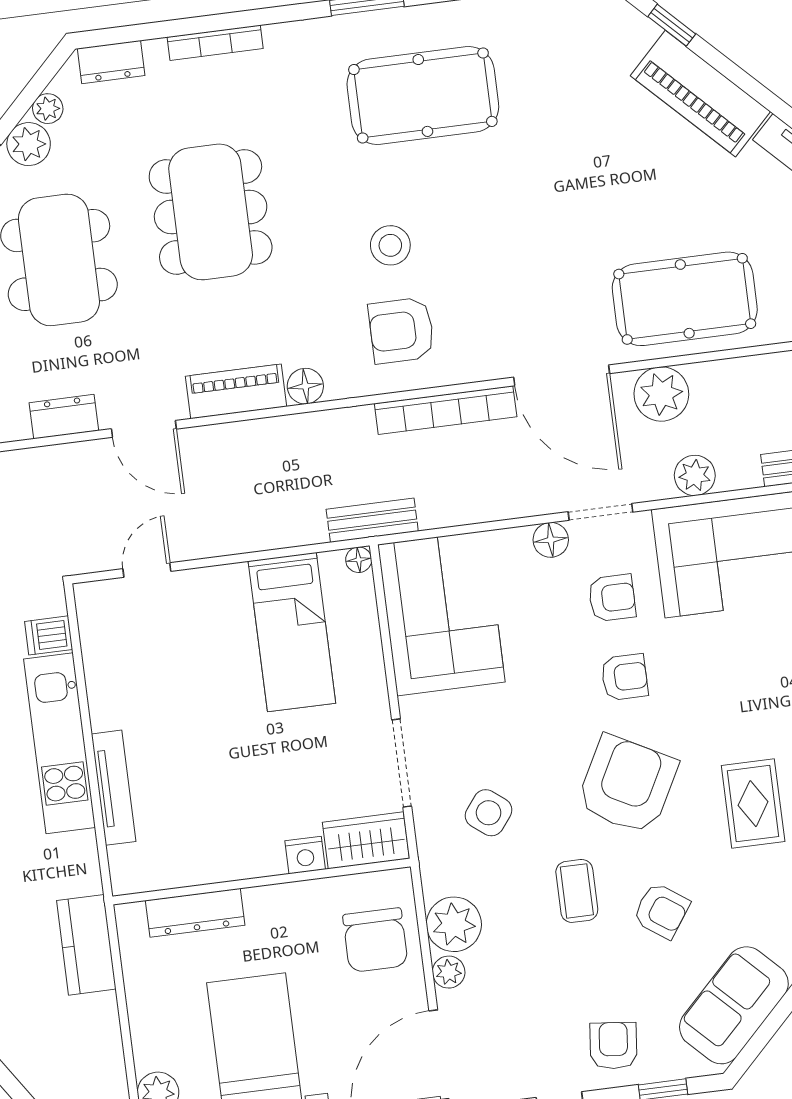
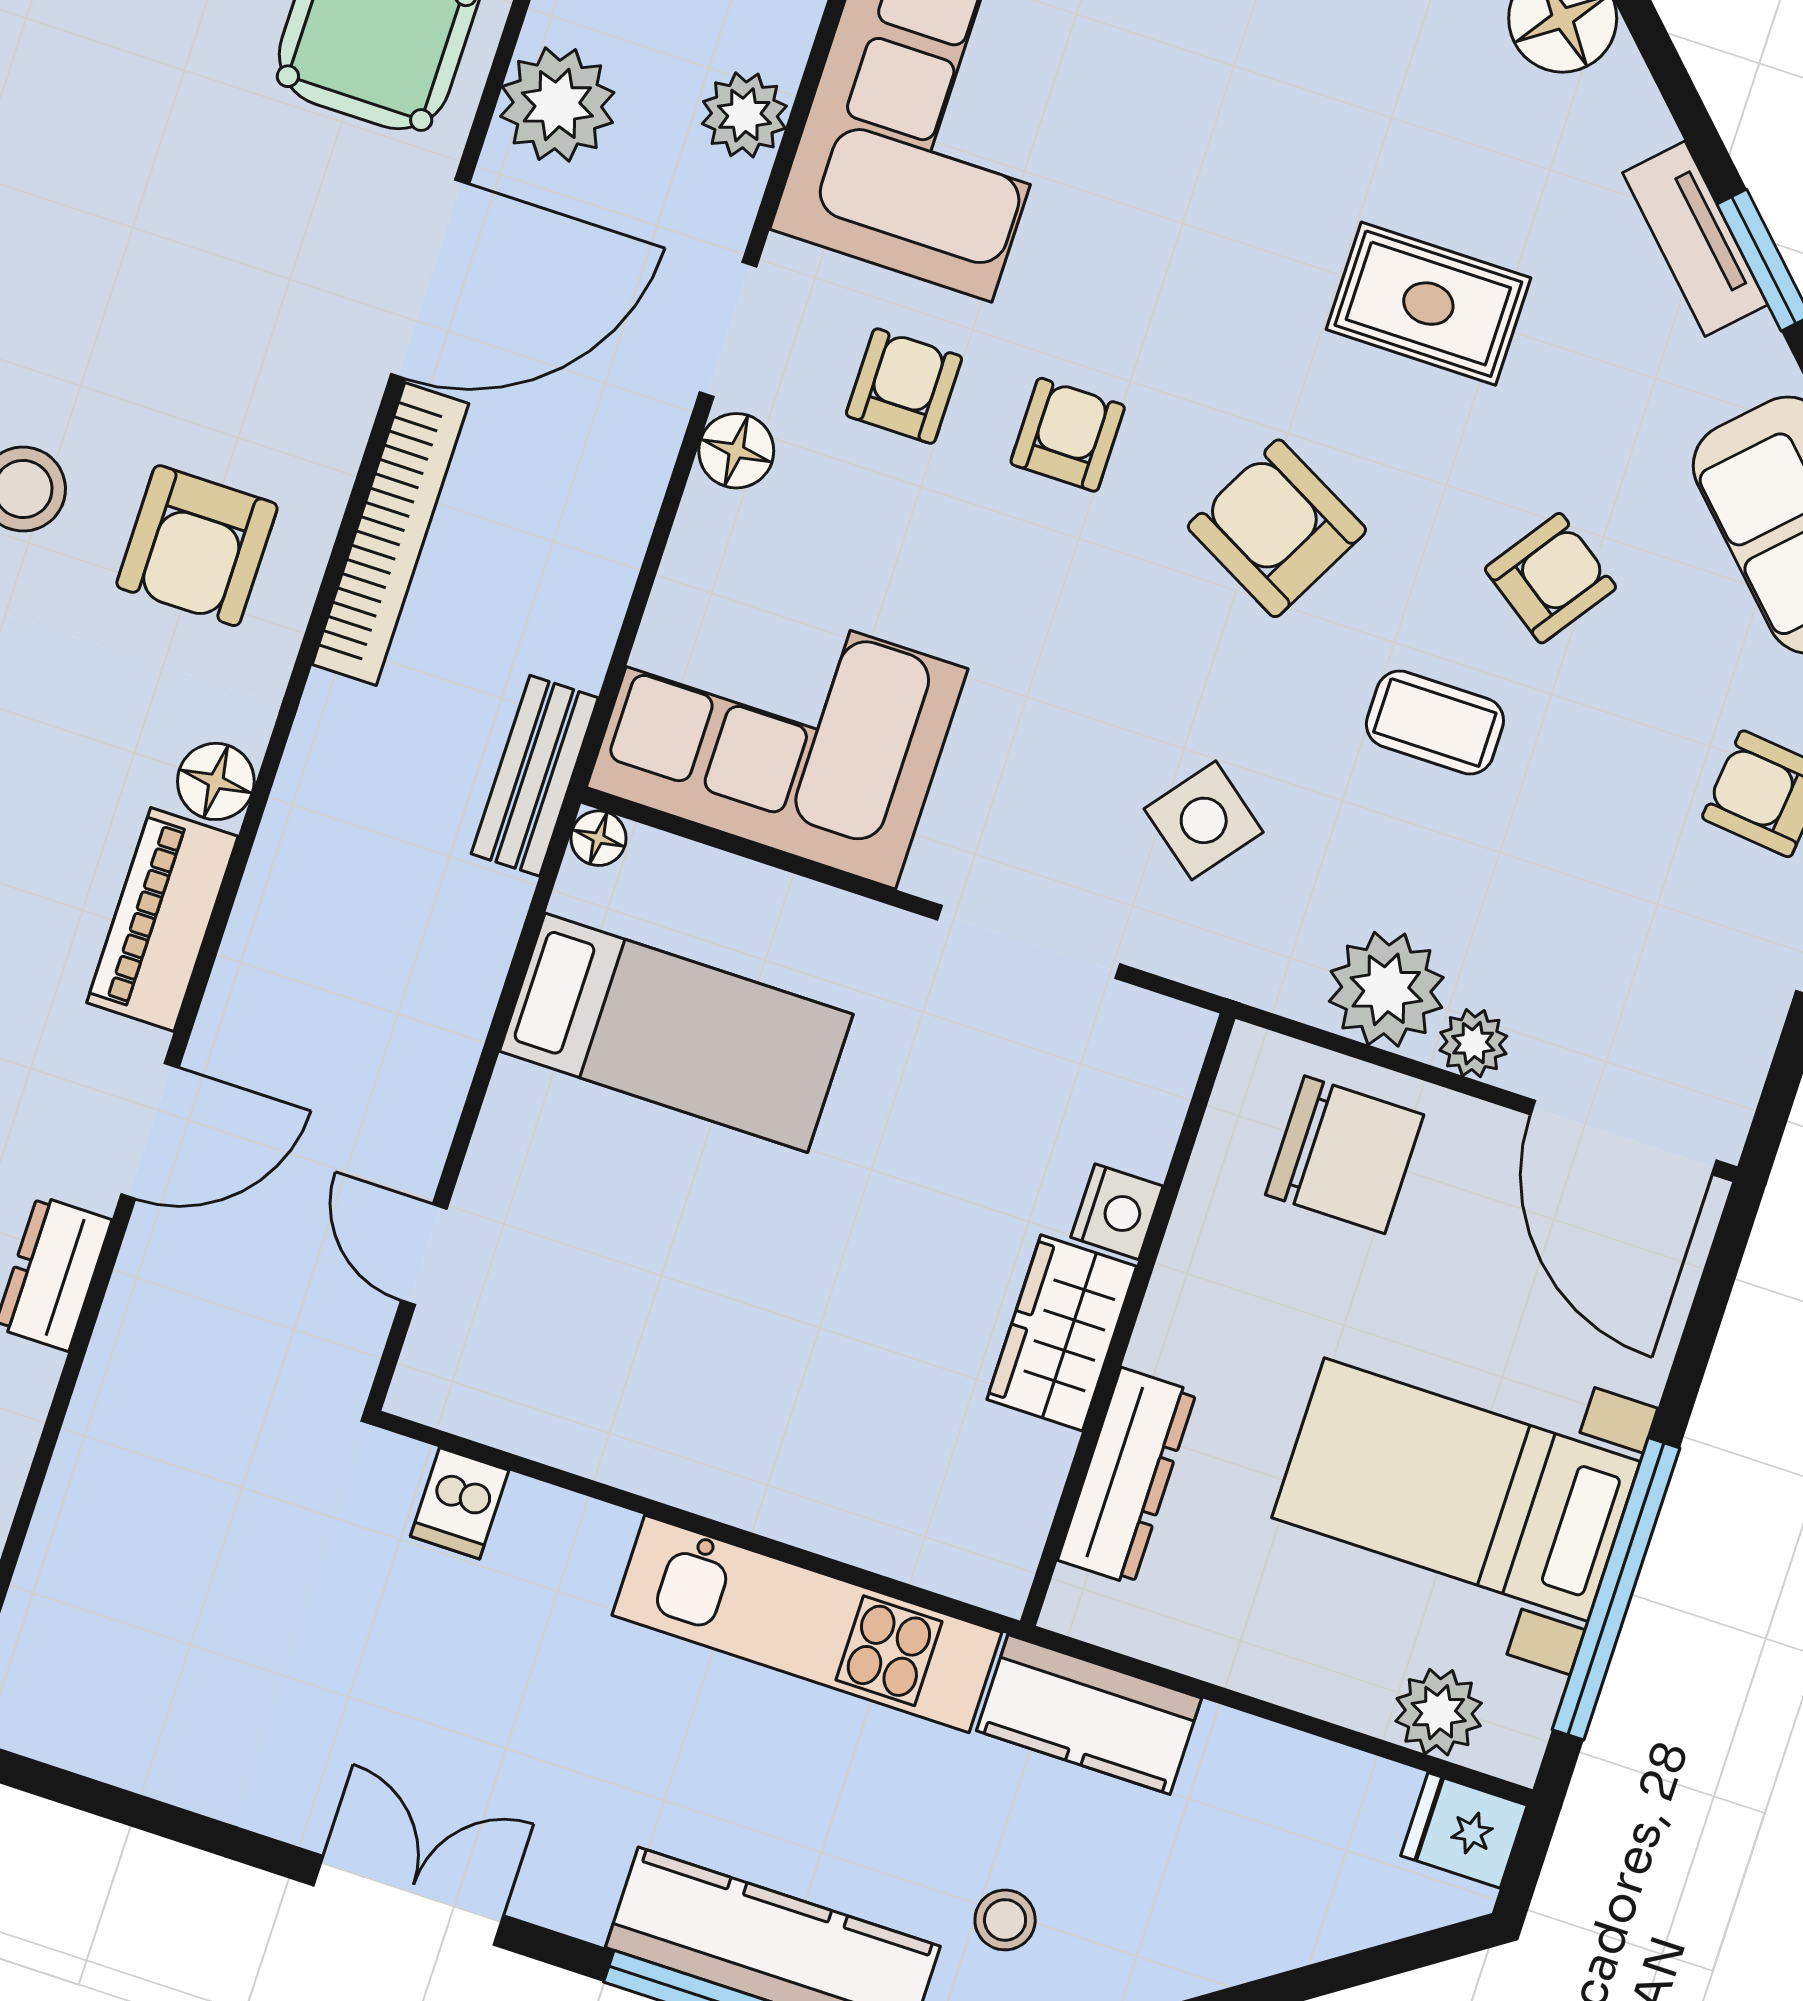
kitchen unit: (60, 743) -> (807, 1624), moved
armchair: (627, 785) -> (1277, 528), width x0.73, depth x0.73
tv unit: (114, 788) -> (812, 1518), removed
wardrobe: (366, 840) -> (1062, 1333), moved

